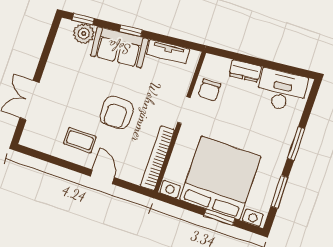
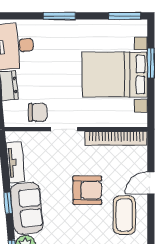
coffee table: (80, 140) -> (124, 215), width x1.36, depth x1.30
bed with nightstands: (220, 178) -> (115, 75), width x0.73
window: (279, 192) -> (125, 16), moved

